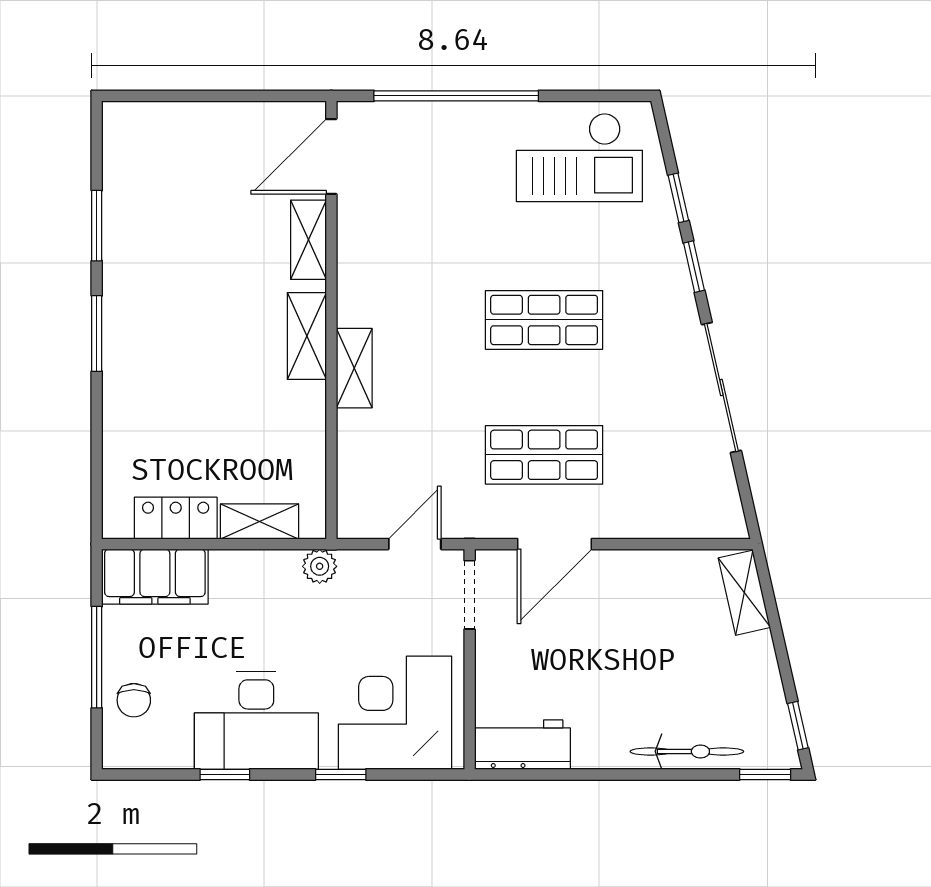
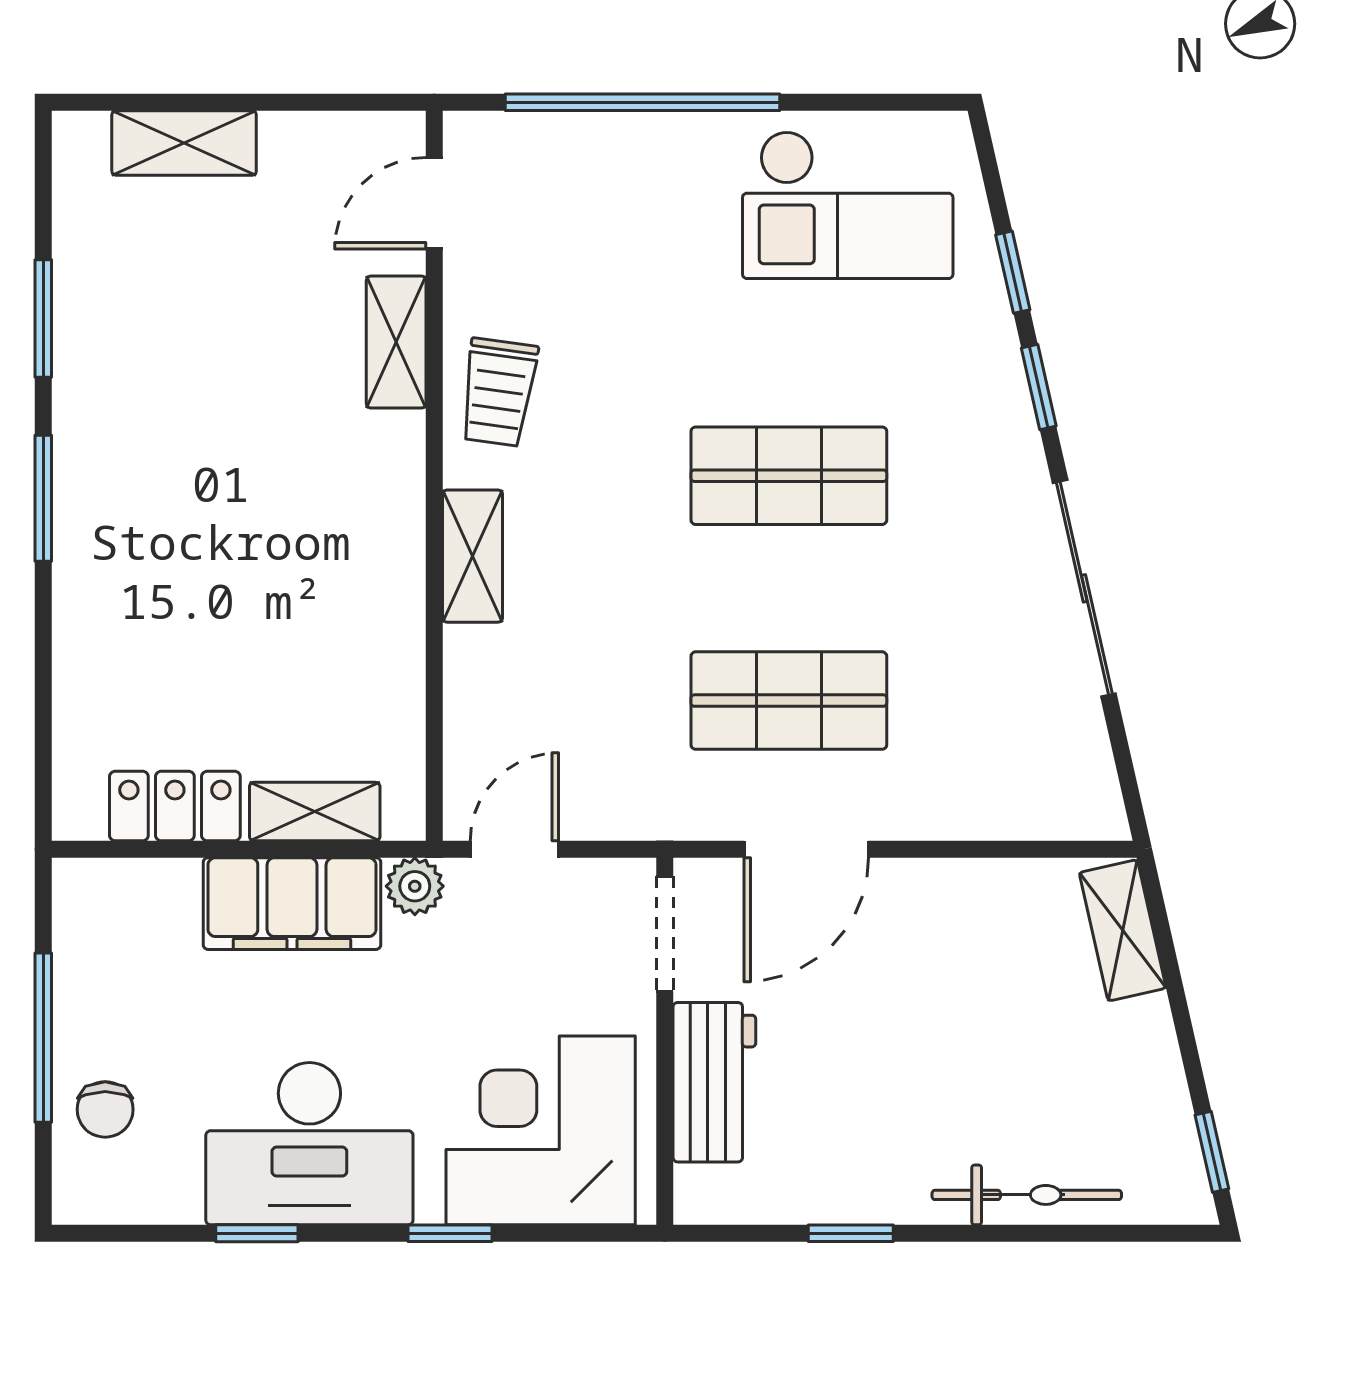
door: (331, 156) -> (434, 203), width x0.73
trolley: (370, 270) -> (498, 392), added
shelving: (307, 336) -> (184, 143), moved, turned 90
door: (415, 544) -> (514, 849), moved
filing cabinet: (155, 577) -> (292, 904), moved
workbench: (523, 745) -> (714, 1082), moved, turned 90
window: (765, 775) -> (851, 1233), moved

